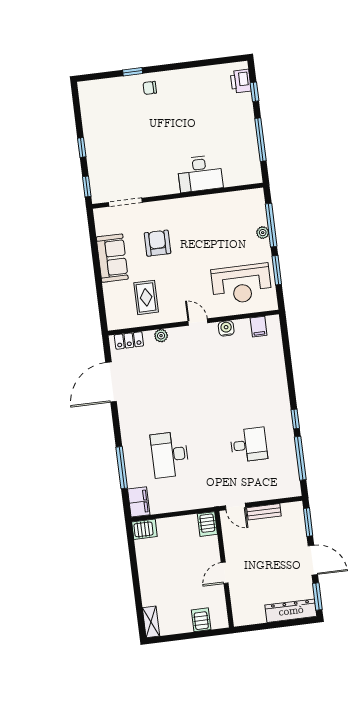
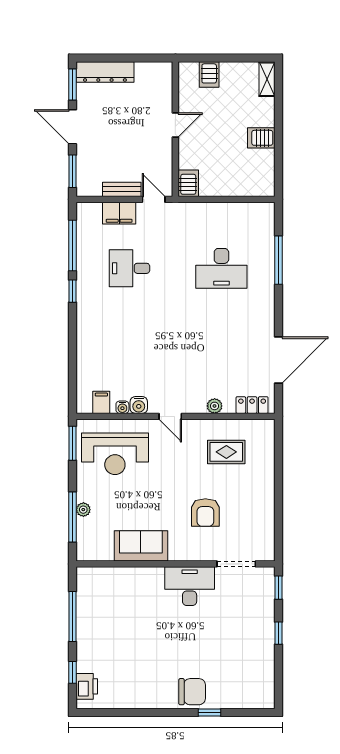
chair: (150, 88) -> (192, 692), width x1.87, depth x1.87
desk: (200, 174) -> (190, 586), moved
sofa: (112, 258) -> (141, 546), moved, turned 90
window: (277, 270) -> (72, 443), moved
reception desk: (241, 284) -> (115, 454), turned 180
rug: (146, 297) -> (226, 452), turned 90
water cooler: (240, 325) -> (122, 407), added
desk: (170, 455) -> (221, 268), turned 90
filing cabinet: (139, 502) -> (119, 213), moved, turned -90
server rack: (144, 529) -> (261, 138), moved

